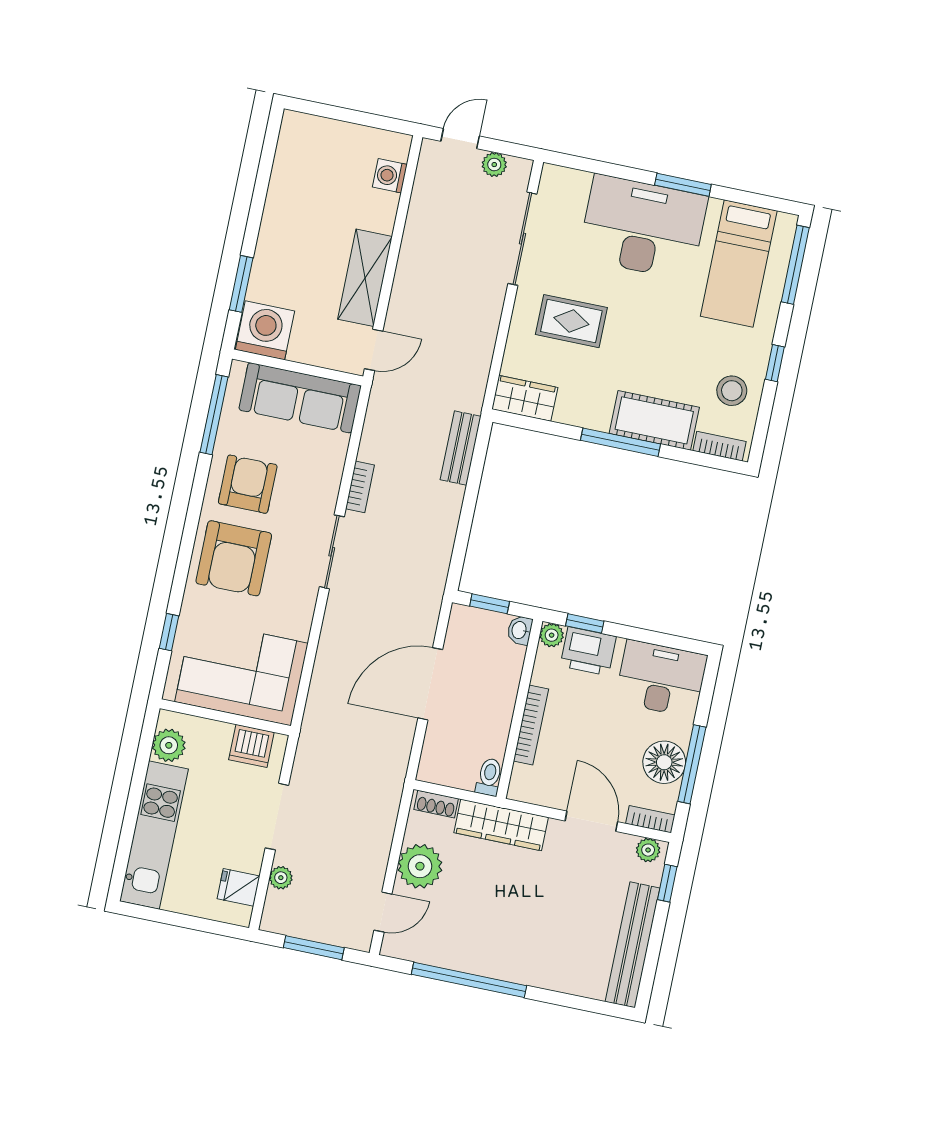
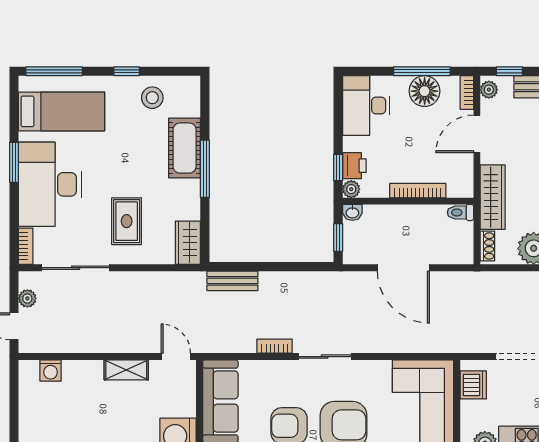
shelving: (365, 278) -> (126, 370), width x0.67, depth x0.75
bookcase: (720, 446) -> (26, 246), moved, turned 180
printer: (588, 651) -> (354, 166), width x0.73, depth x0.81

